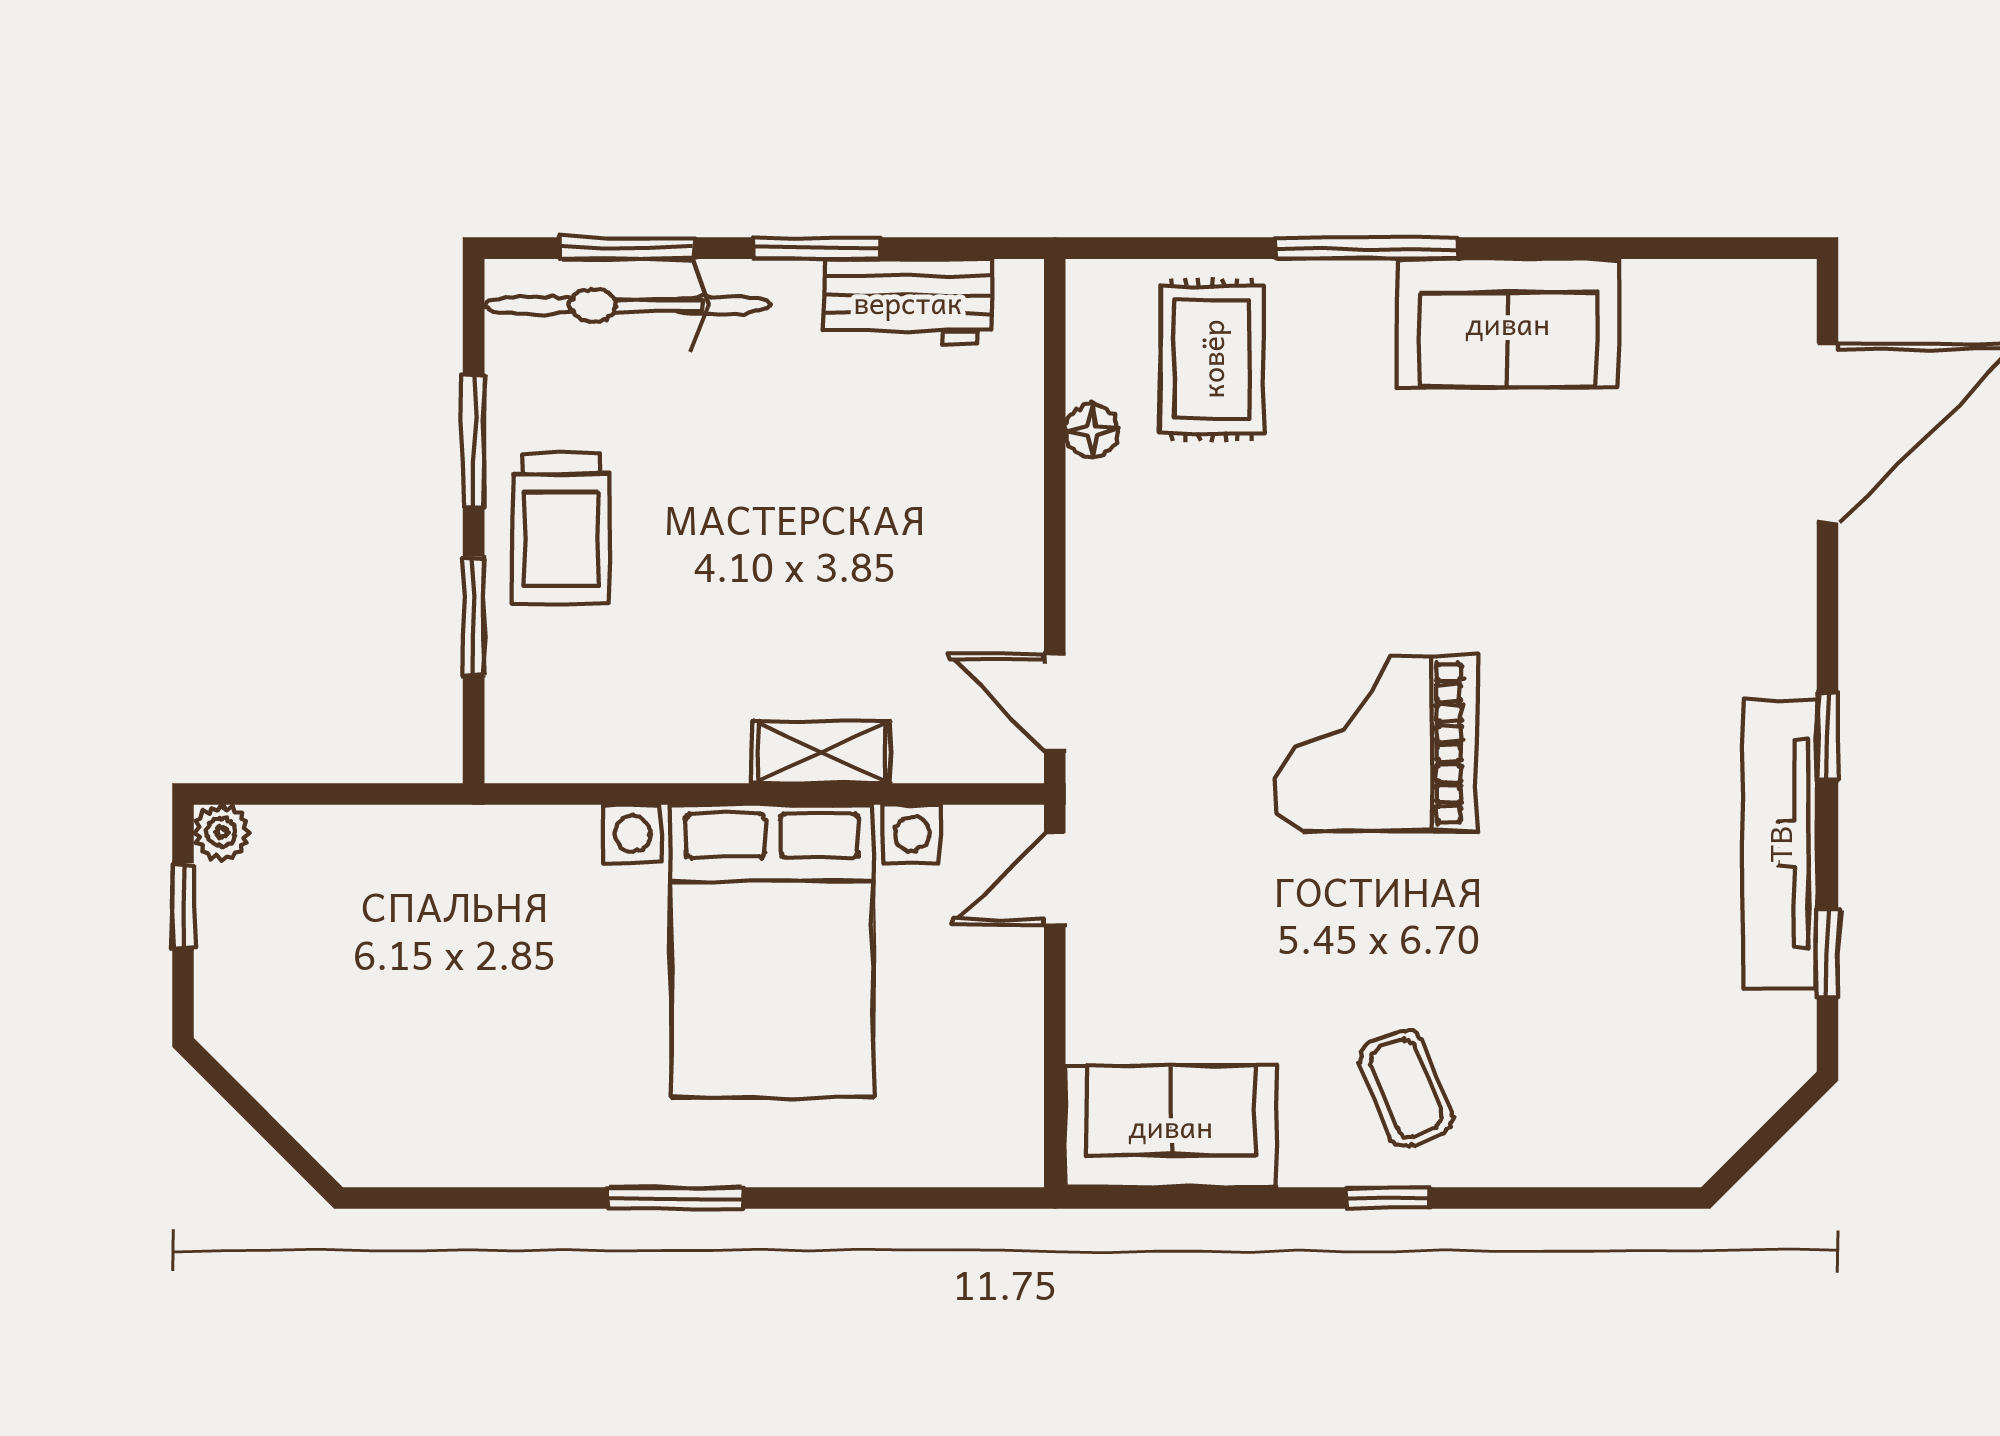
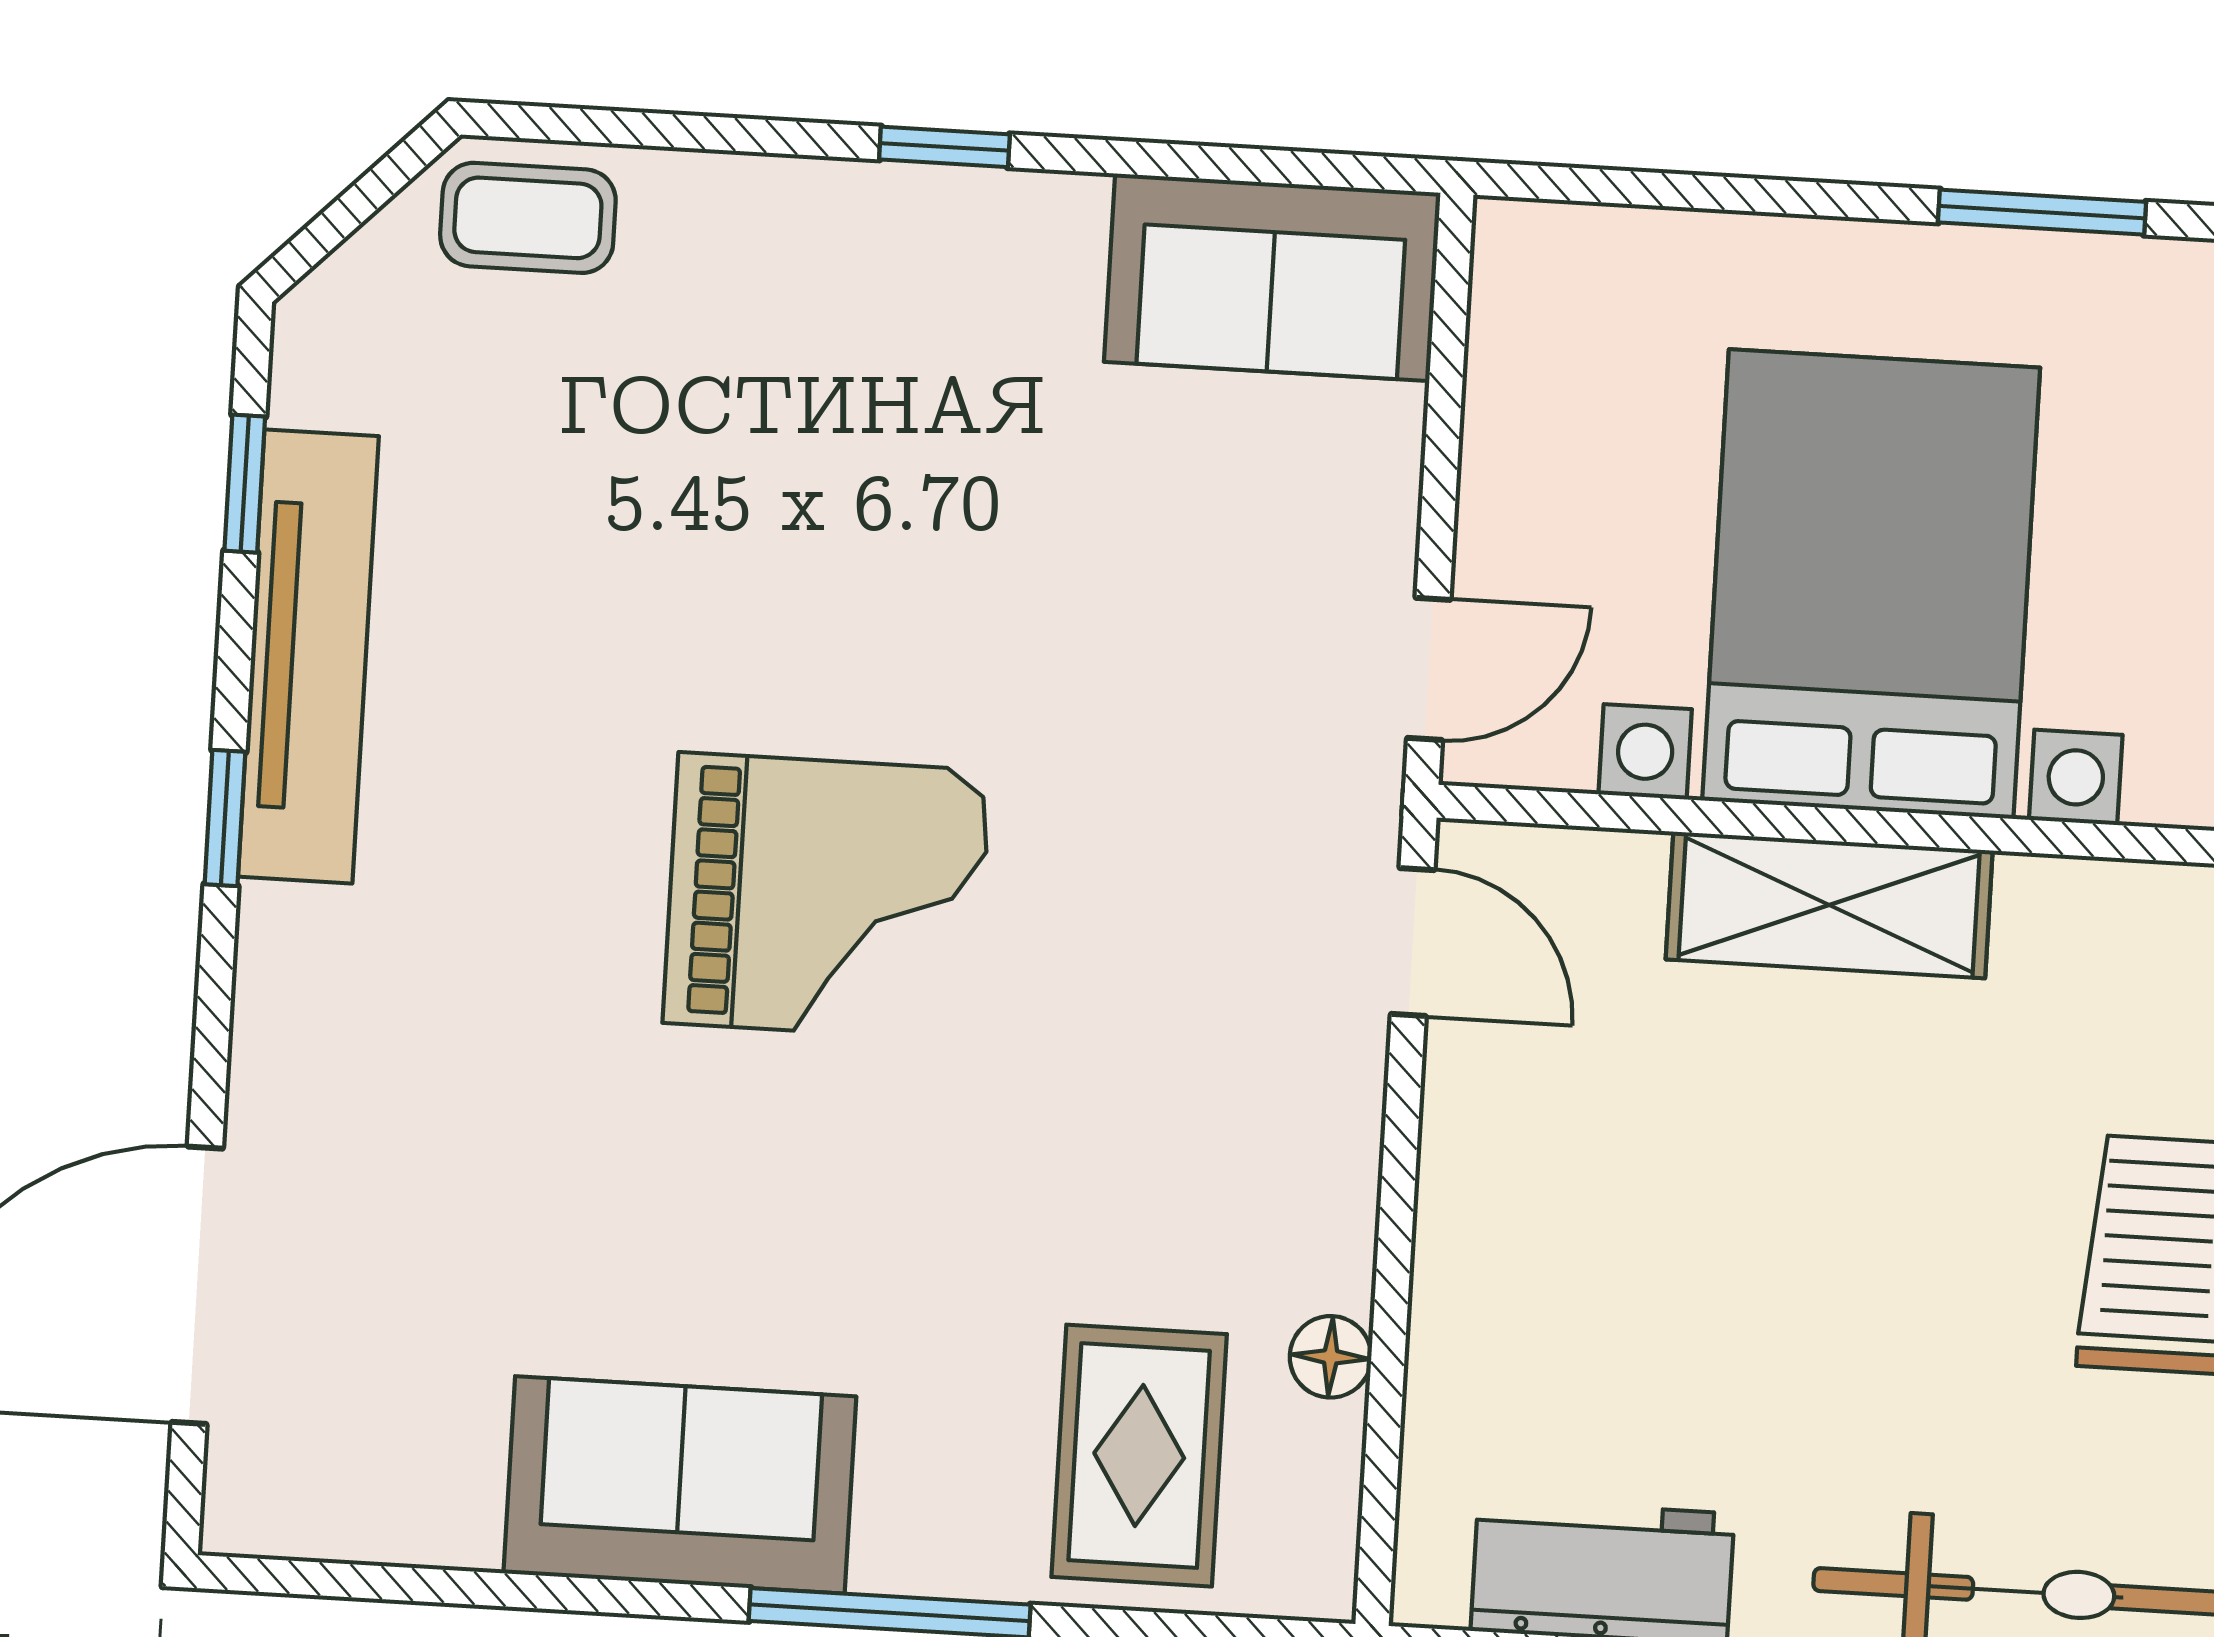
grand piano: (1375, 743) -> (827, 897), moved
shelving: (821, 752) -> (1829, 905), width x1.50, depth x1.33
coffee table: (1406, 1088) -> (528, 218), moved, turned -68

